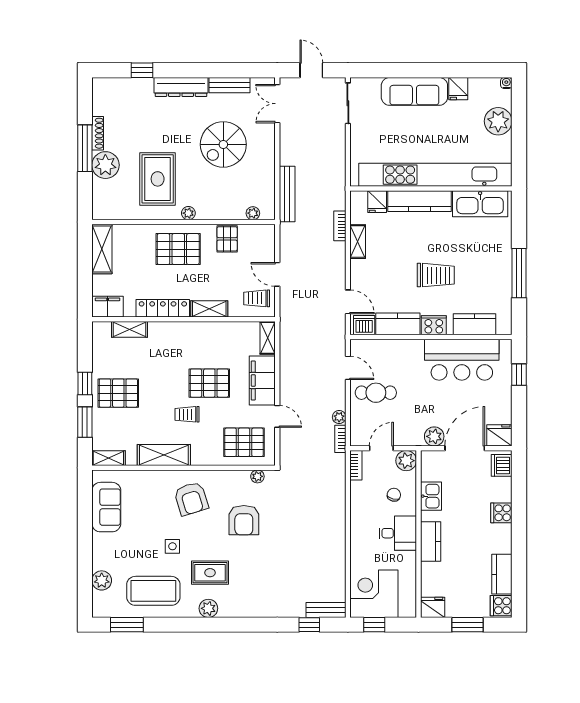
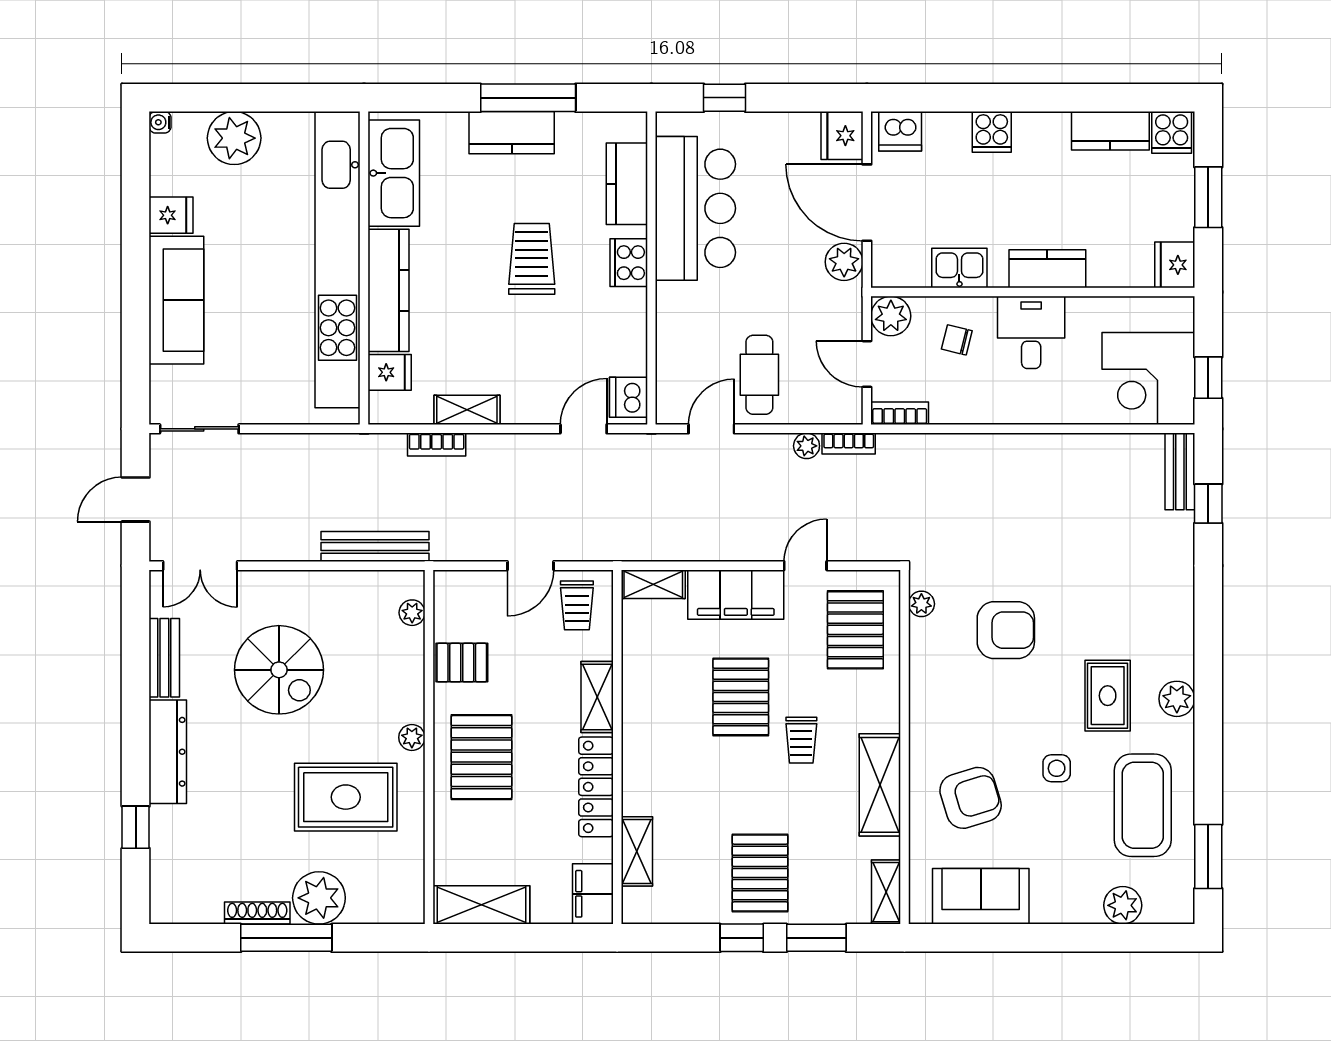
kitchen counter: (398, 324) -> (512, 133), moved, turned -90
armchair: (191, 499) -> (971, 798), moved

